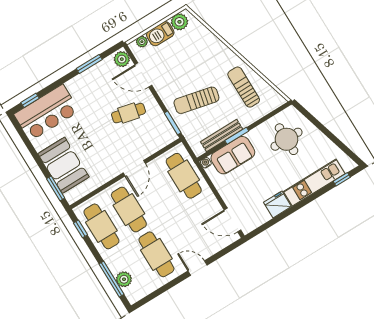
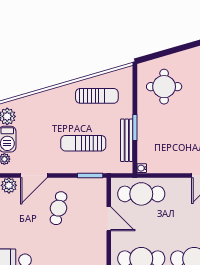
sun lounger: (244, 87) -> (97, 96), turned 180
sun lounger: (196, 100) -> (83, 143), turned 77
sofa: (233, 155) -> (149, 141), removed
door: (134, 168) -> (109, 219), moved

